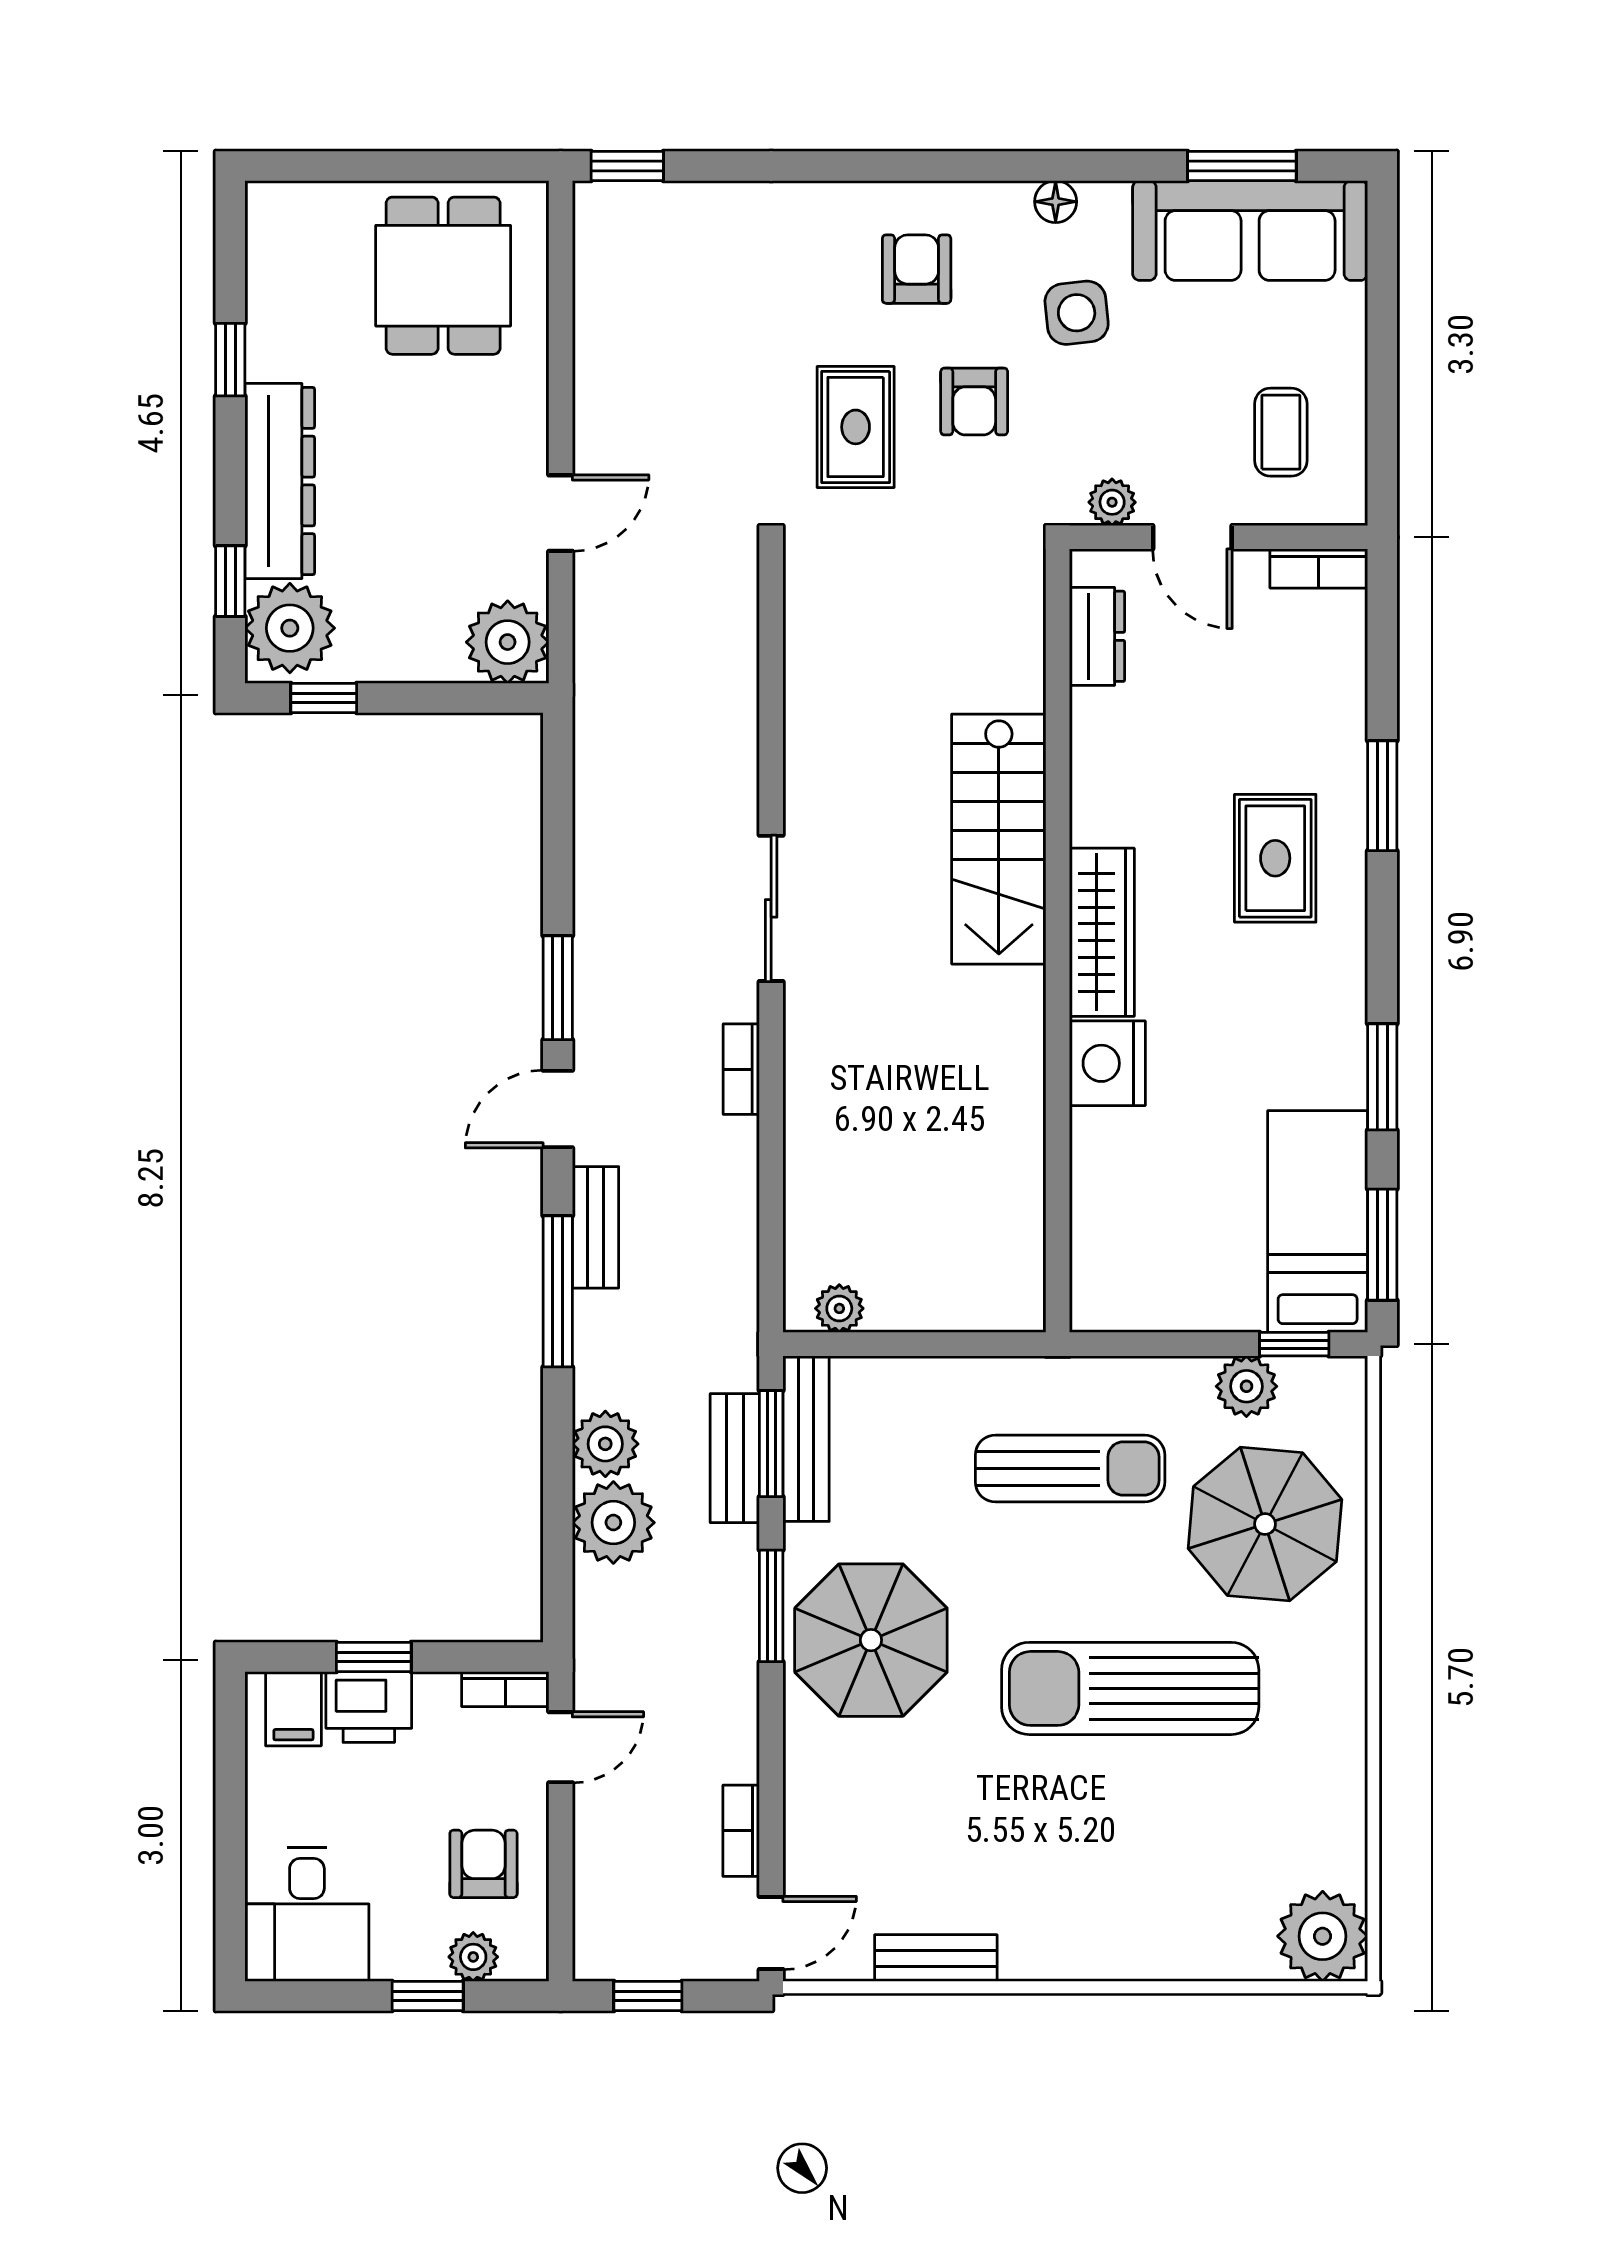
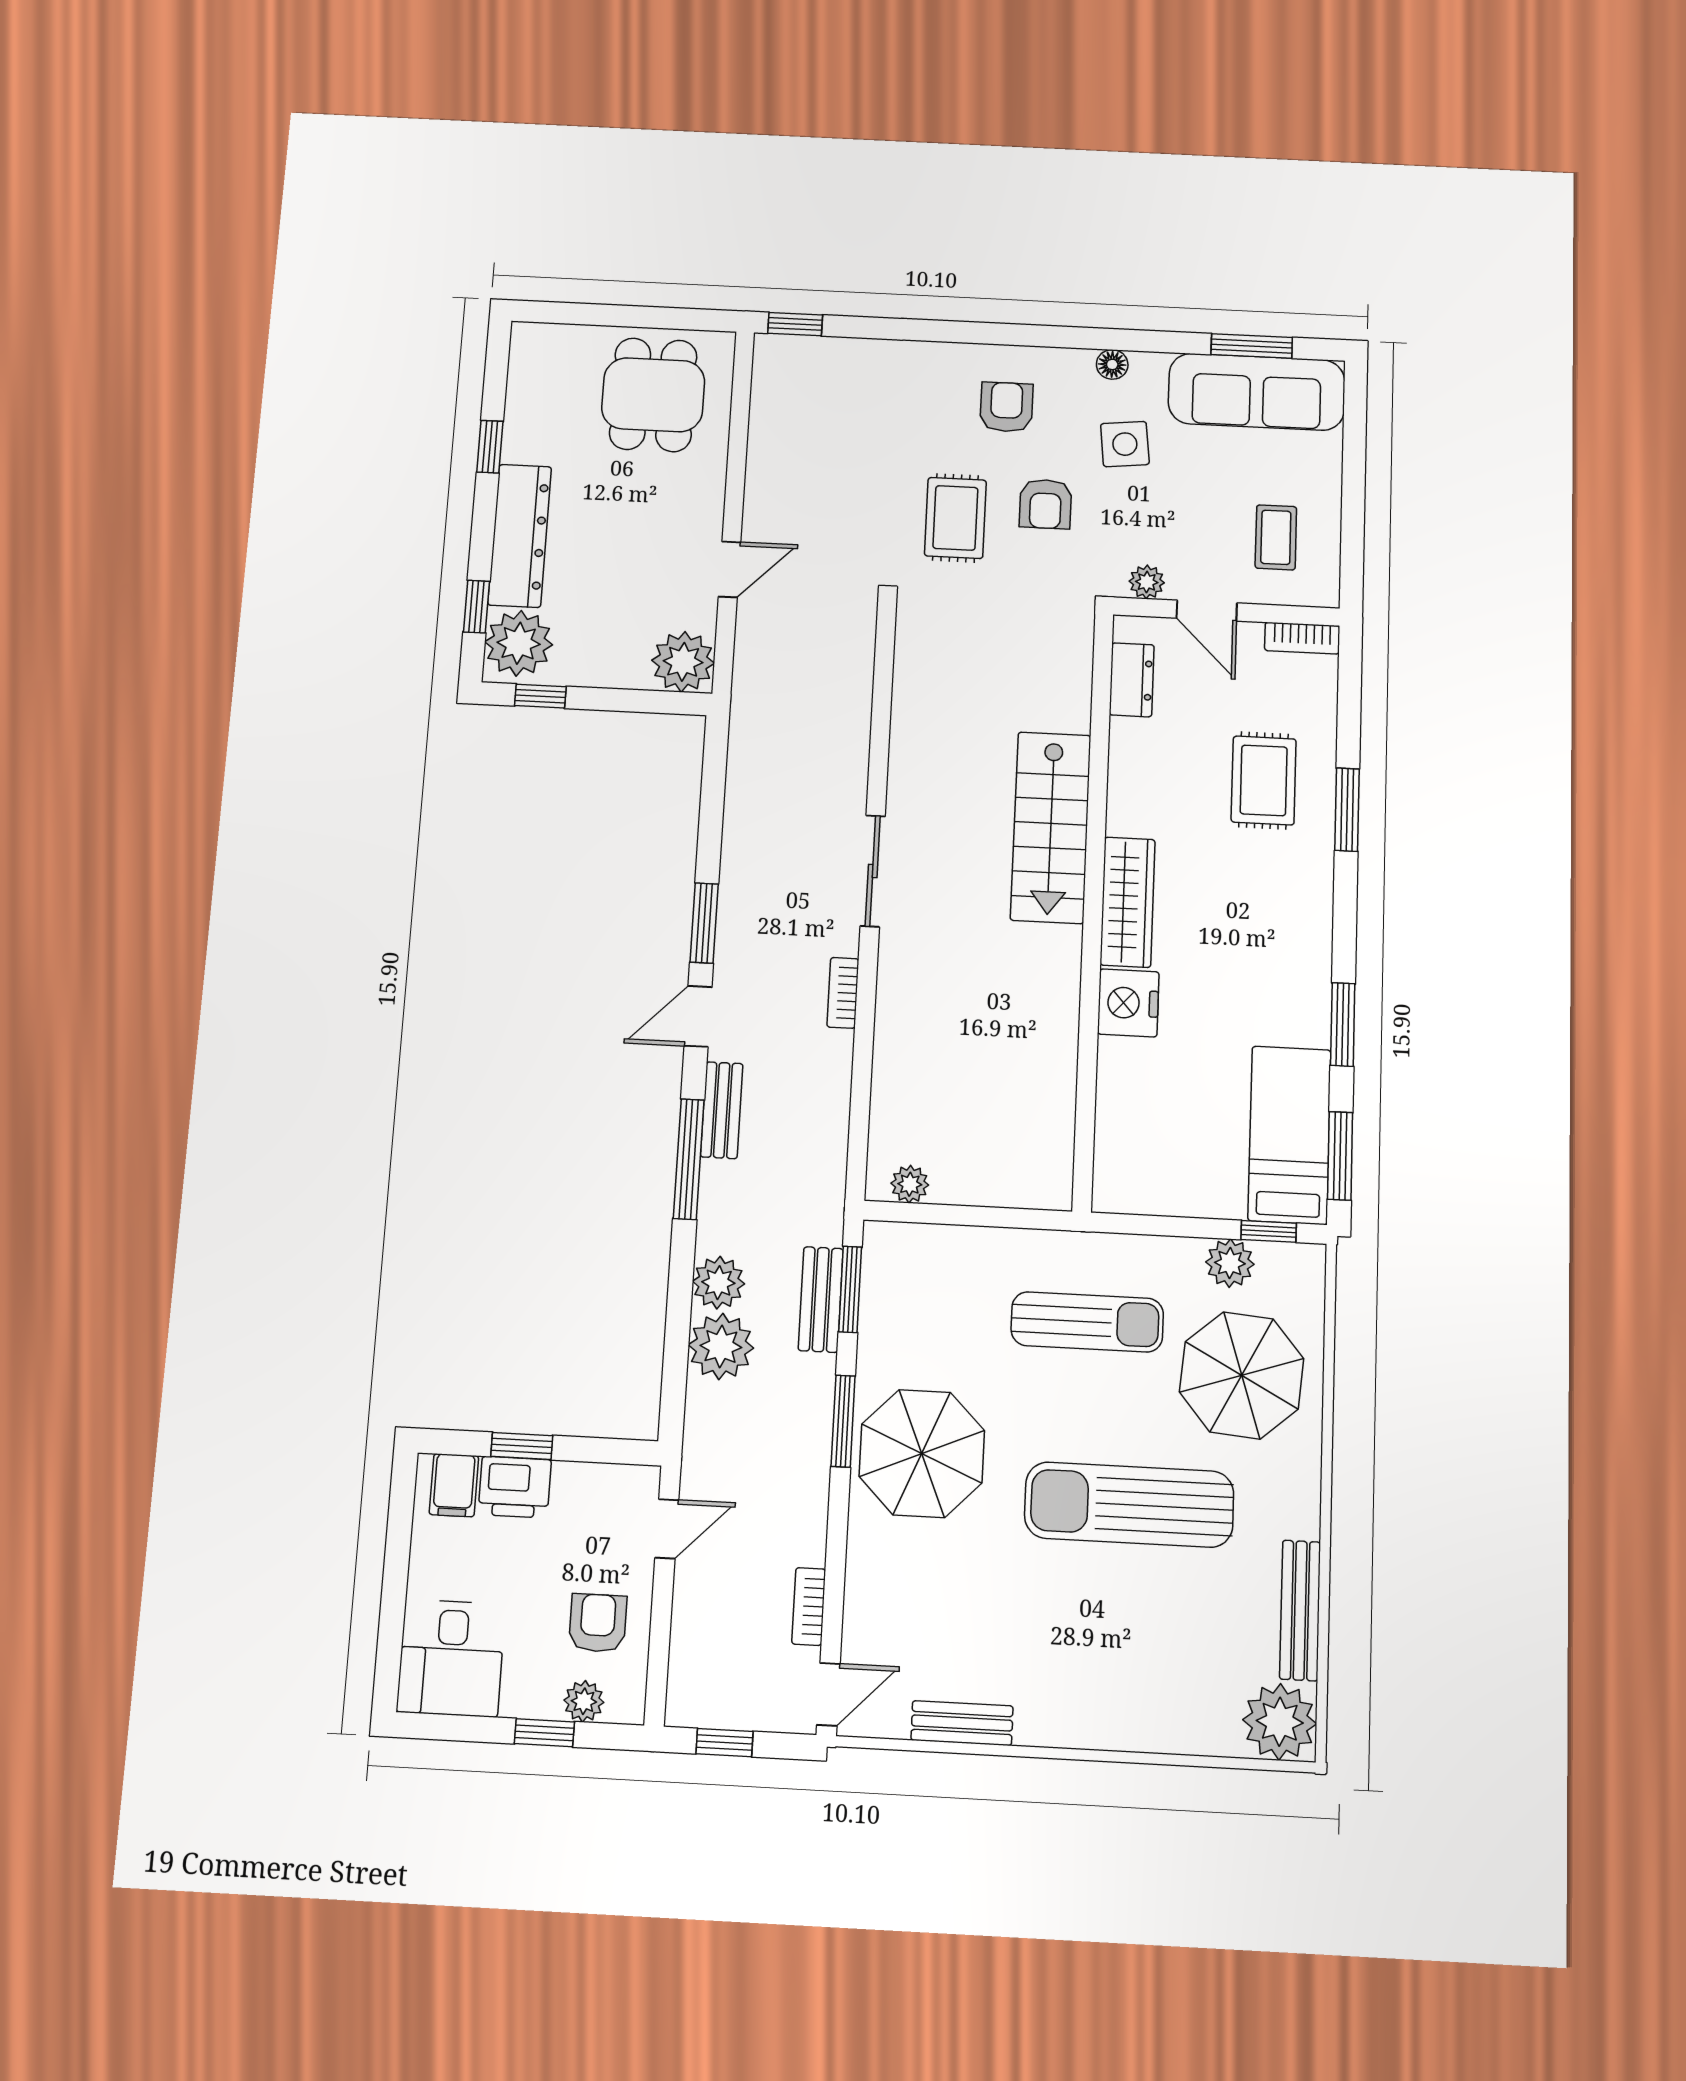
rug: (1275, 858) -> (1264, 780), moved
bench: (806, 1439) -> (1300, 1610), moved
bookcase: (505, 1689) -> (625, 1478), removed

